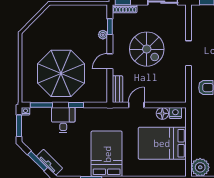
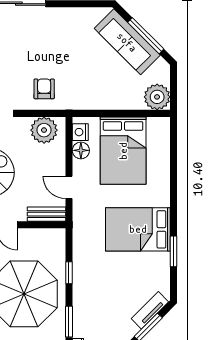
plant: (177, 87) -> (44, 130), added
desk: (63, 120) -> (90, 291), removed

